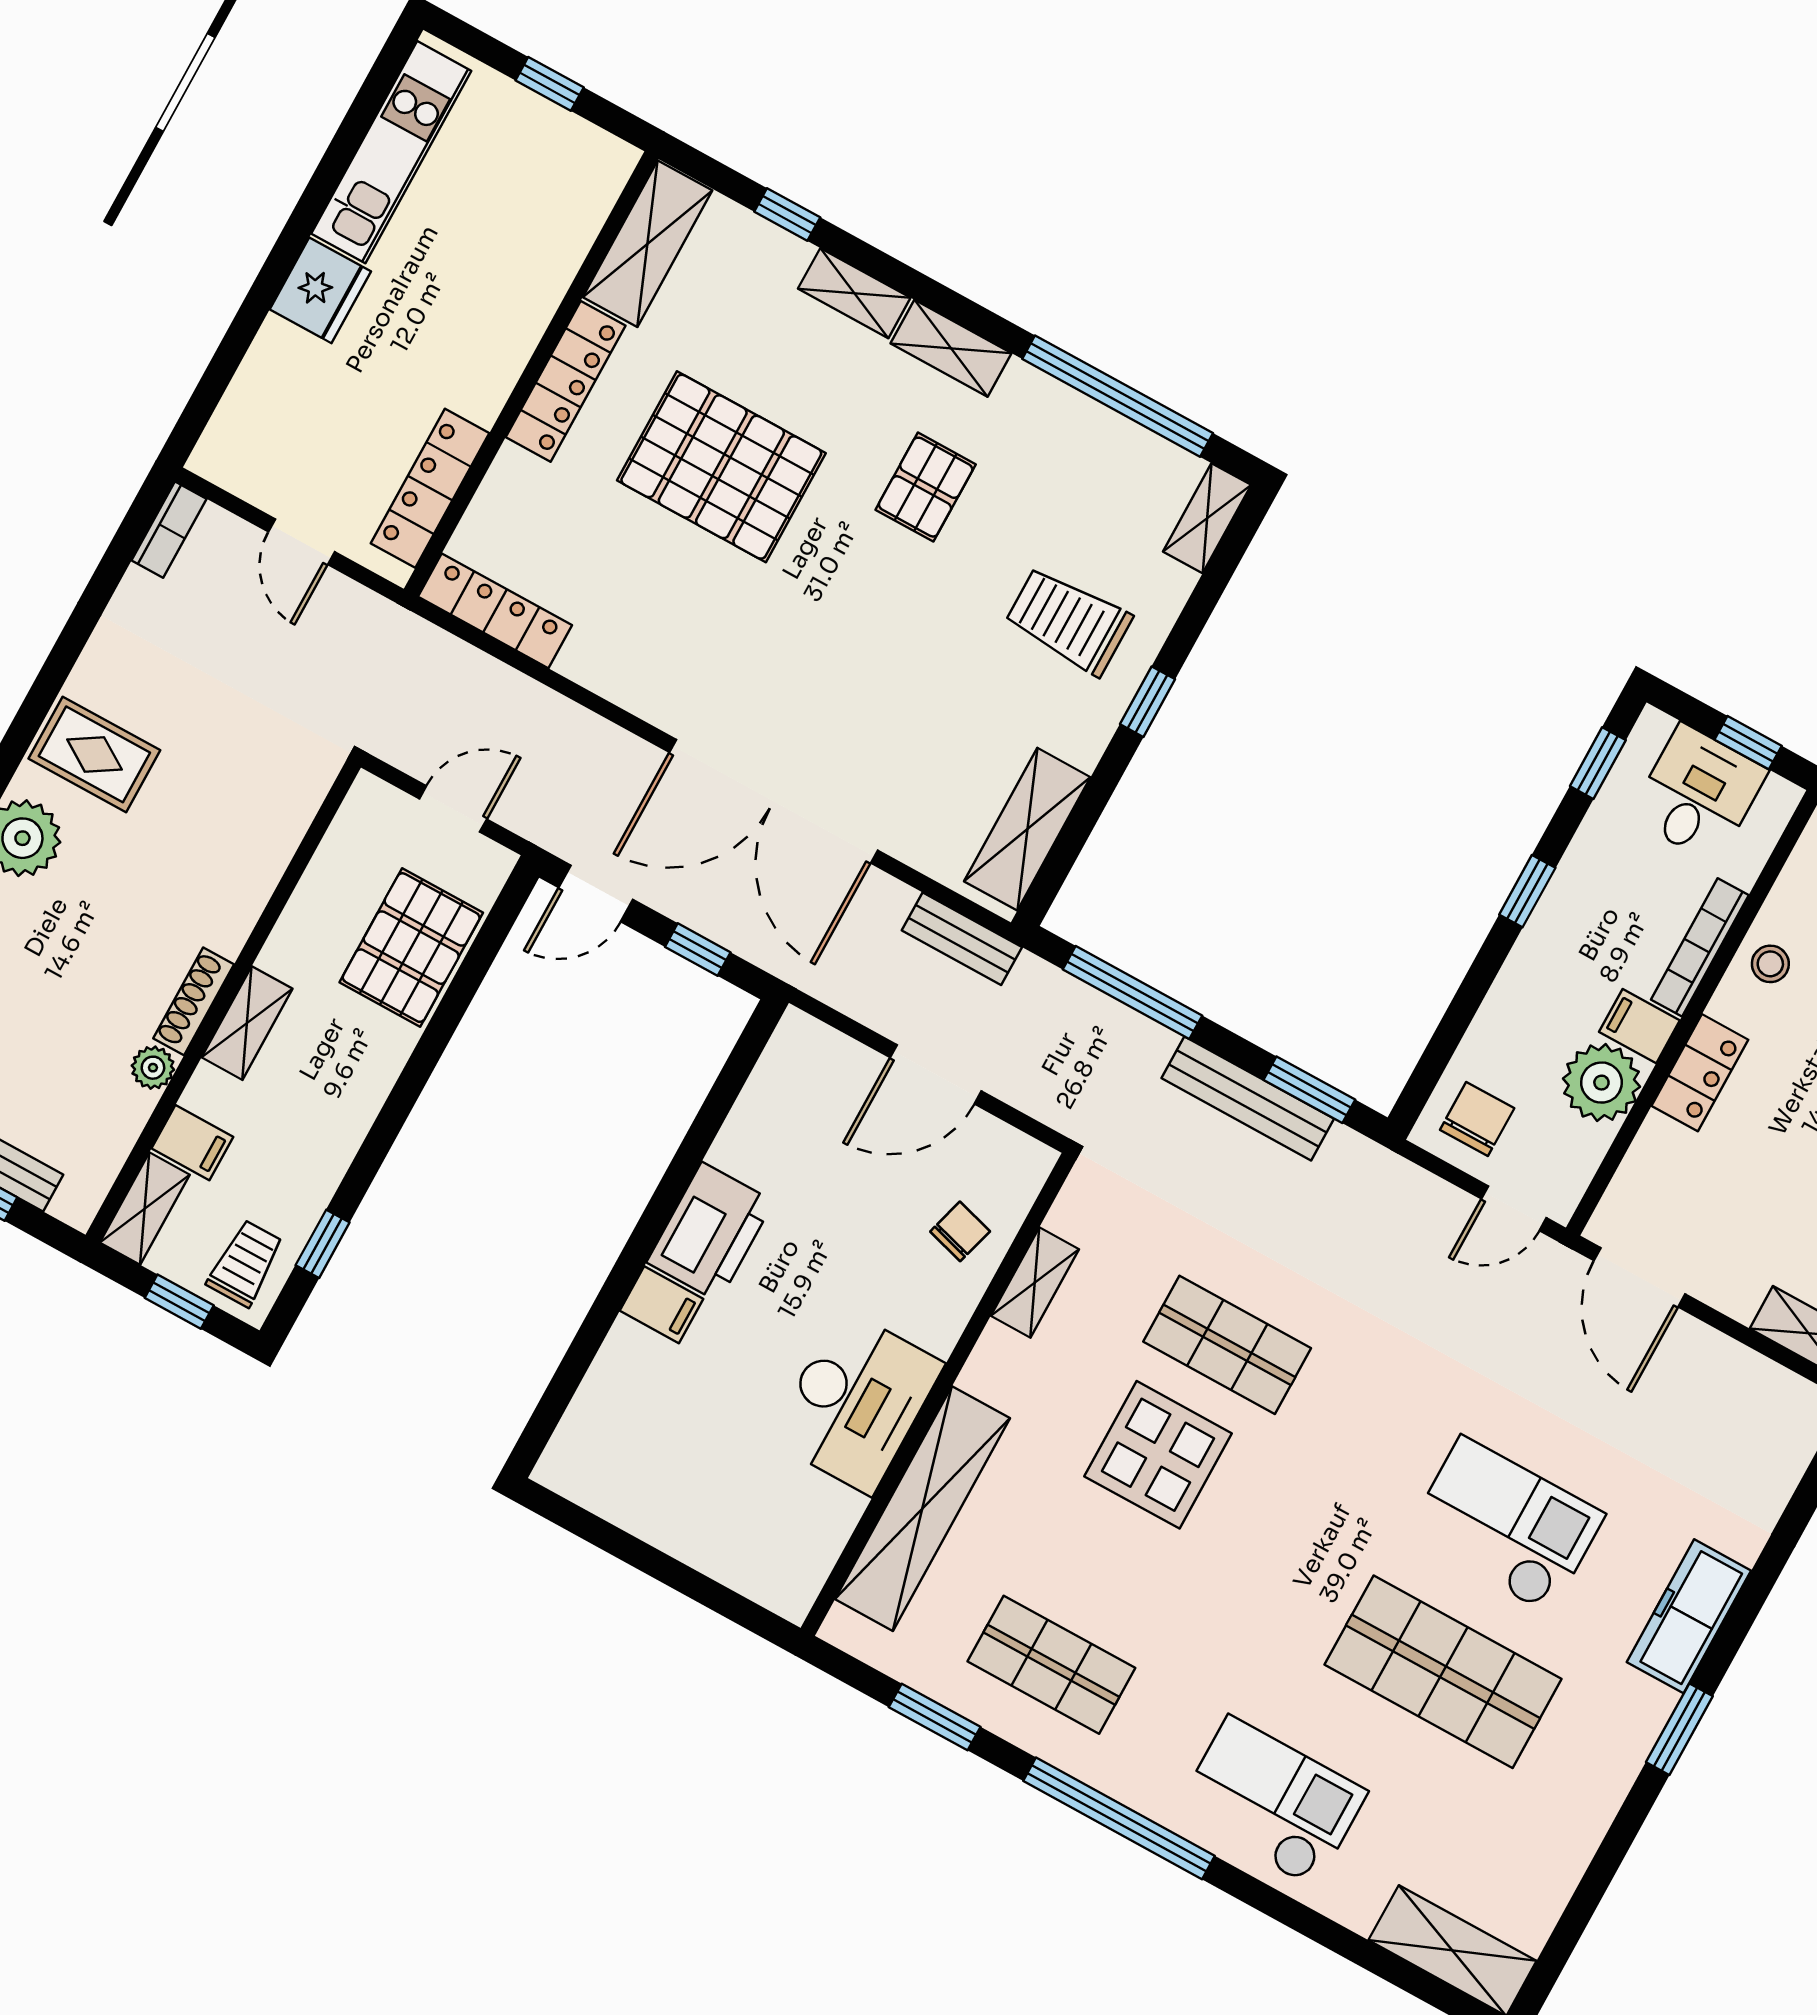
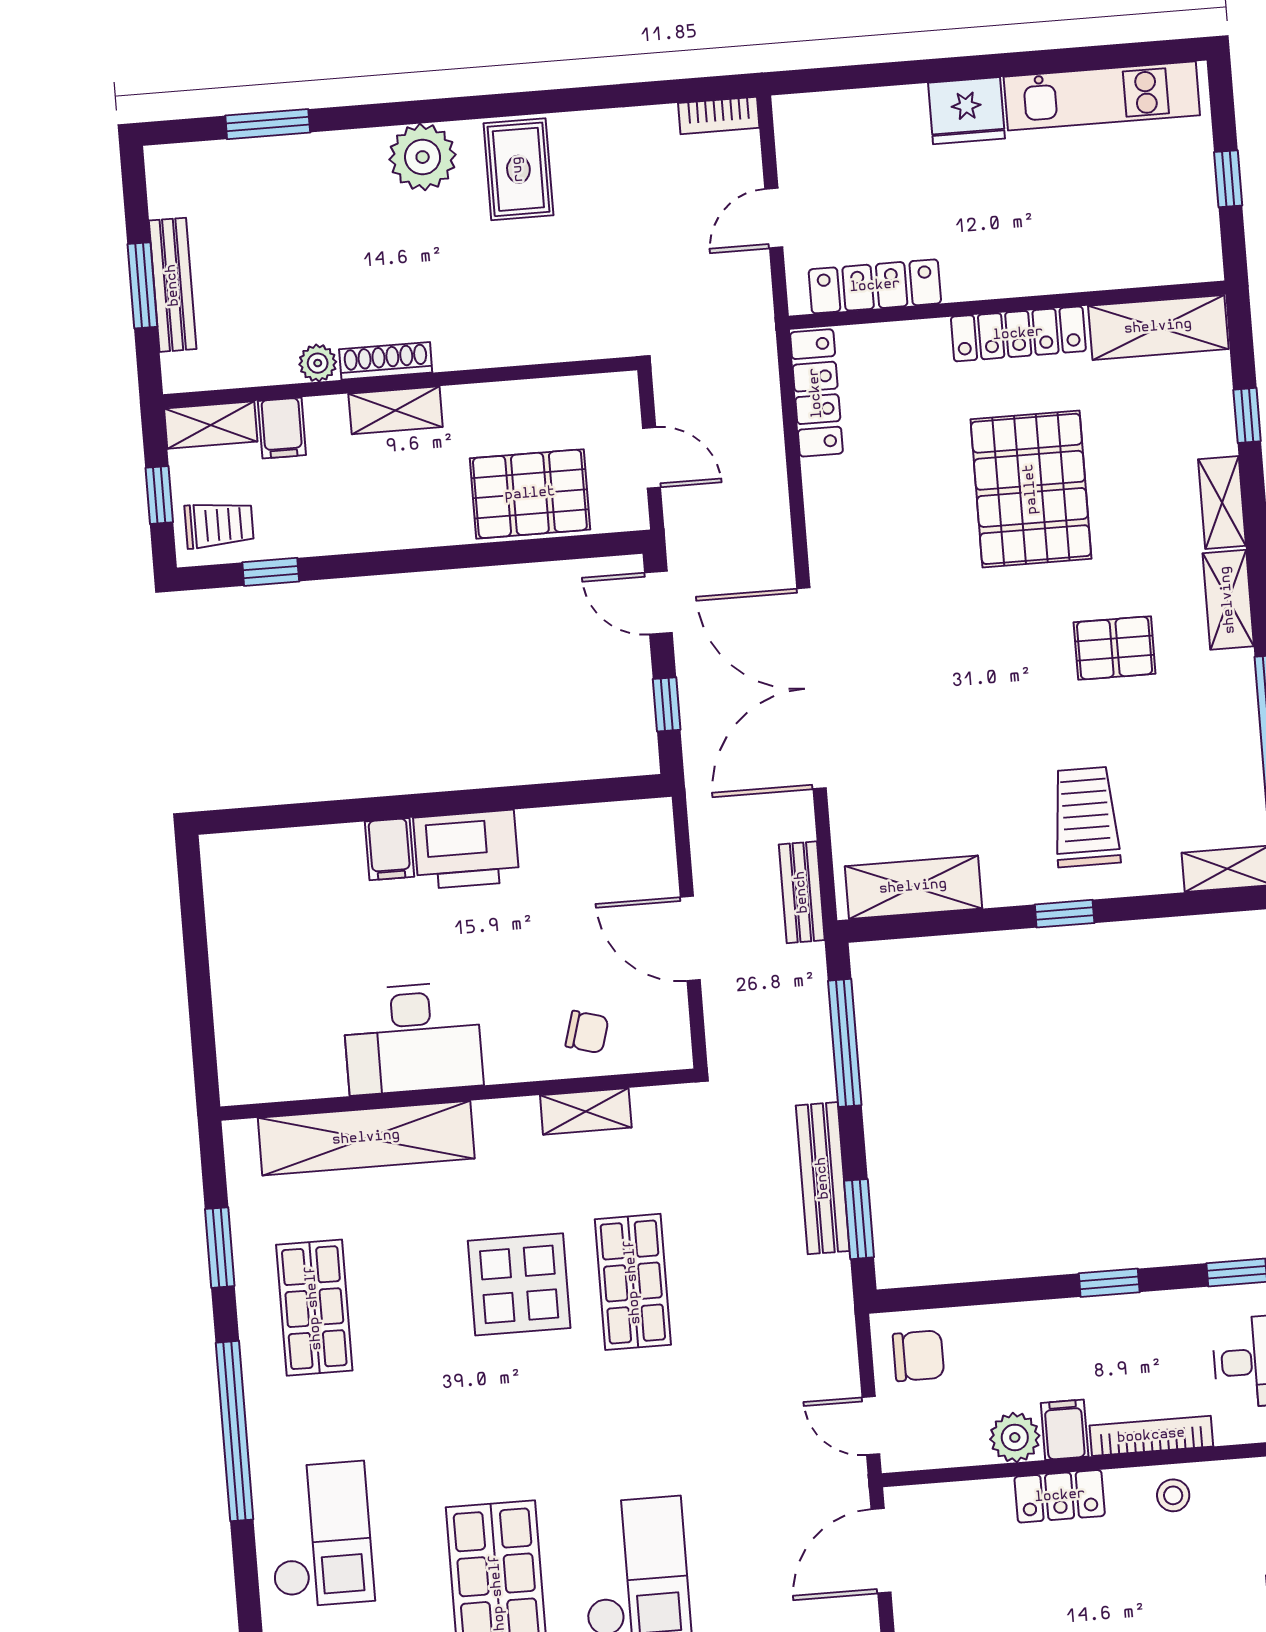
plant: (1601, 1083) -> (1015, 1437), width x0.73, depth x0.73

